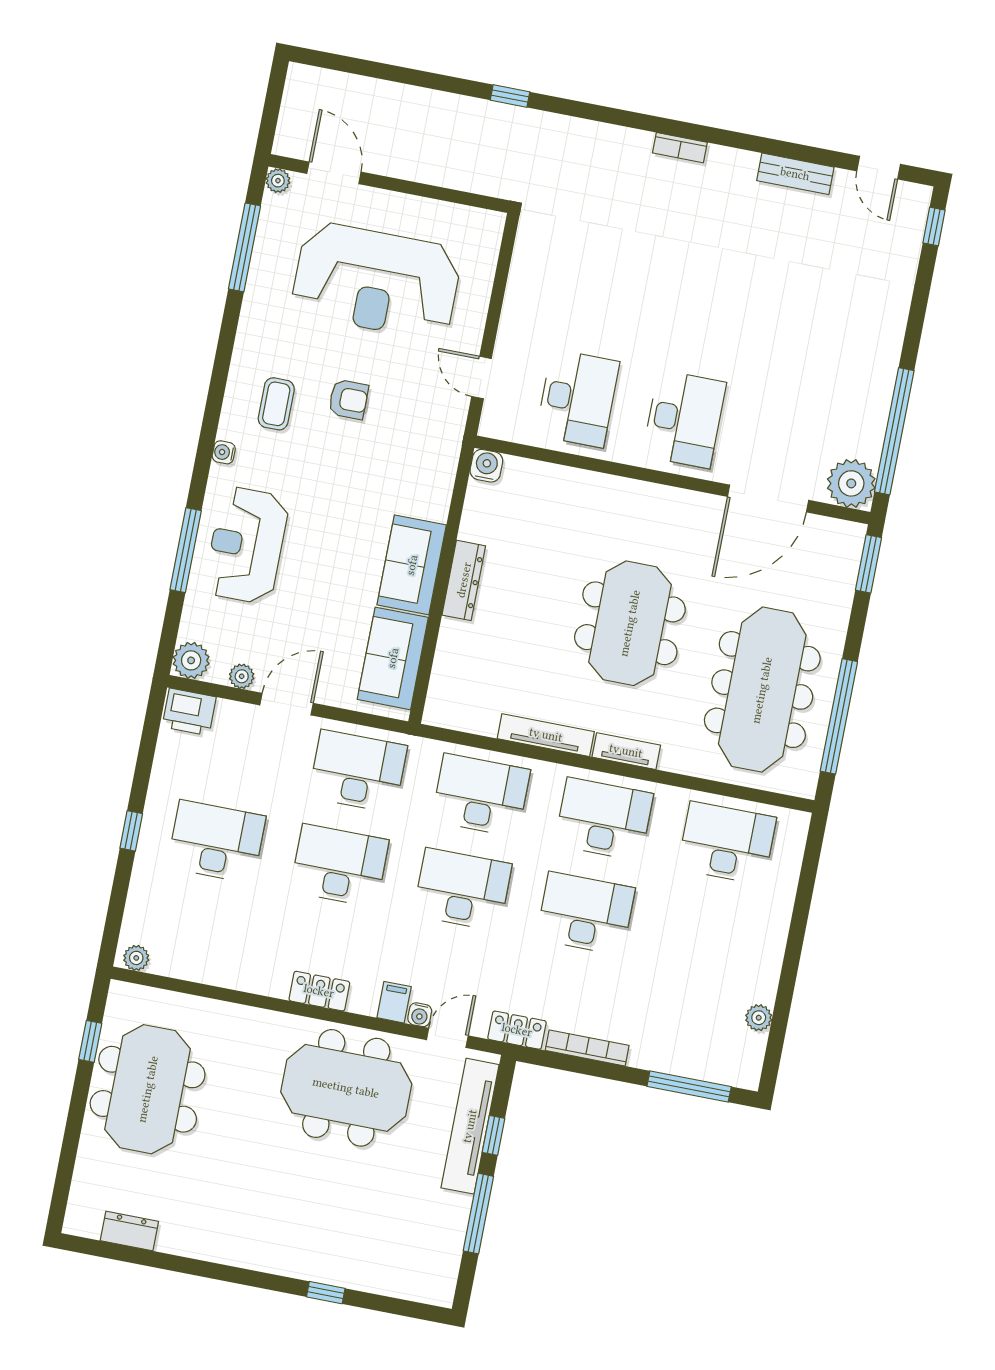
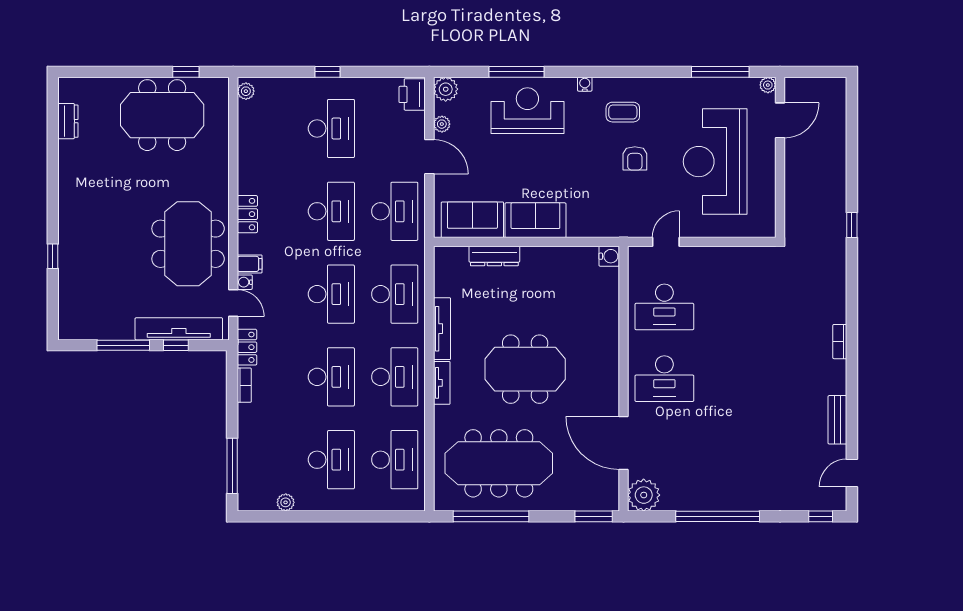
window: (894, 431) -> (718, 516), moved
dresser: (464, 580) -> (494, 256), moved
desk: (709, 937) -> (331, 460), added
bookcase: (587, 1048) -> (244, 385), width x0.64

